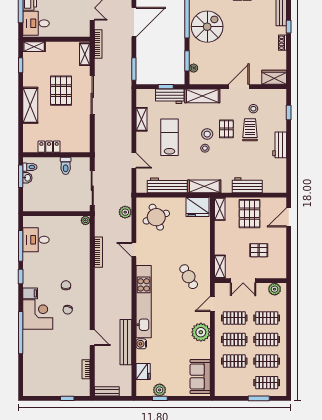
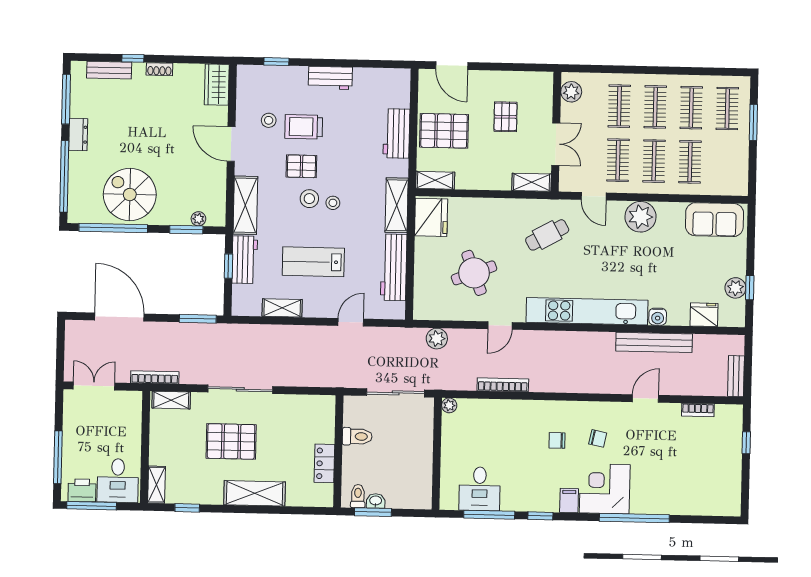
round table: (156, 217) -> (474, 273), moved

